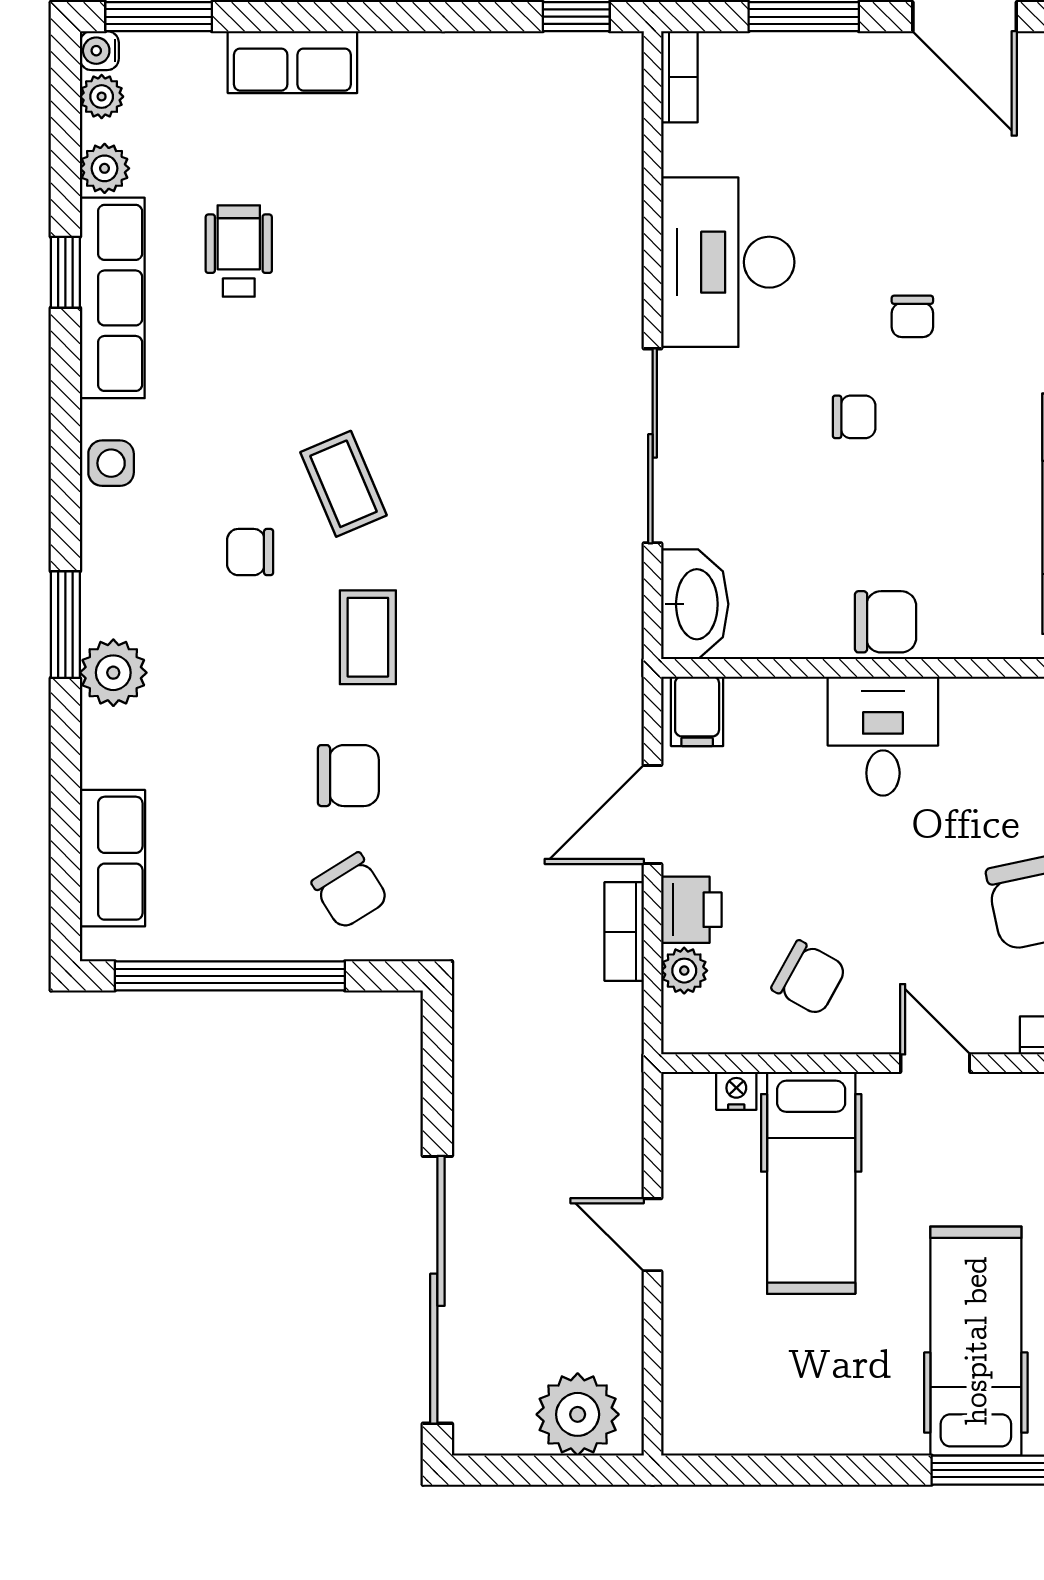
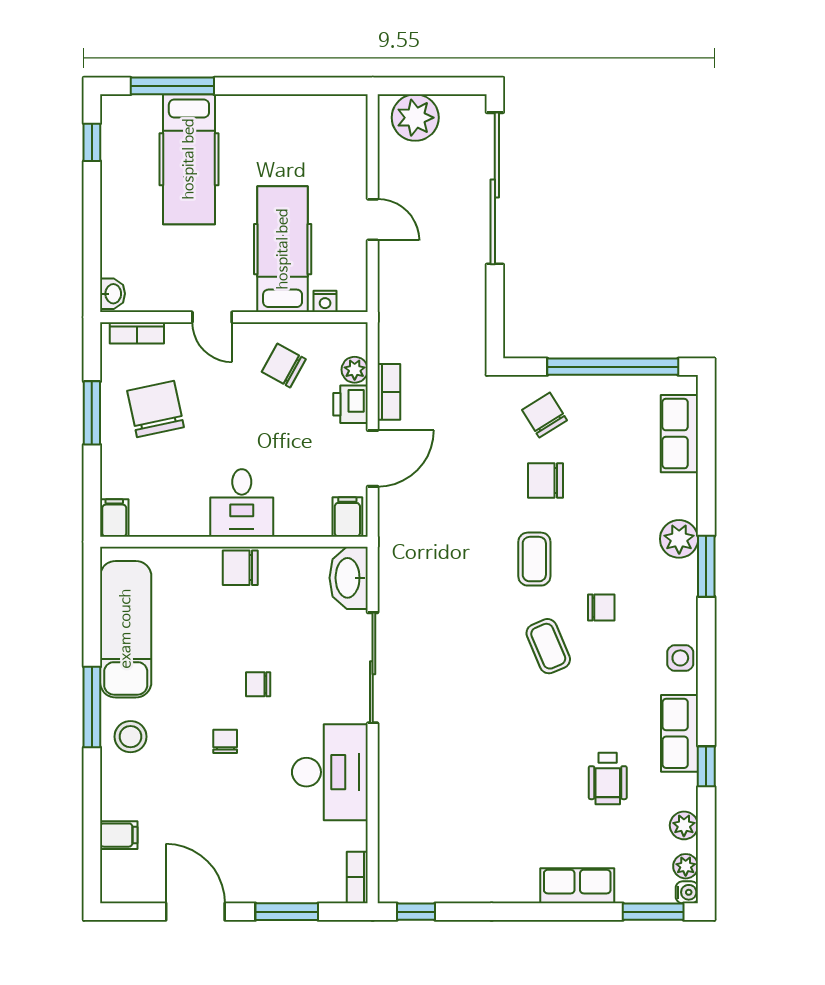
row of seats: (112, 298) -> (680, 733), width x0.68

